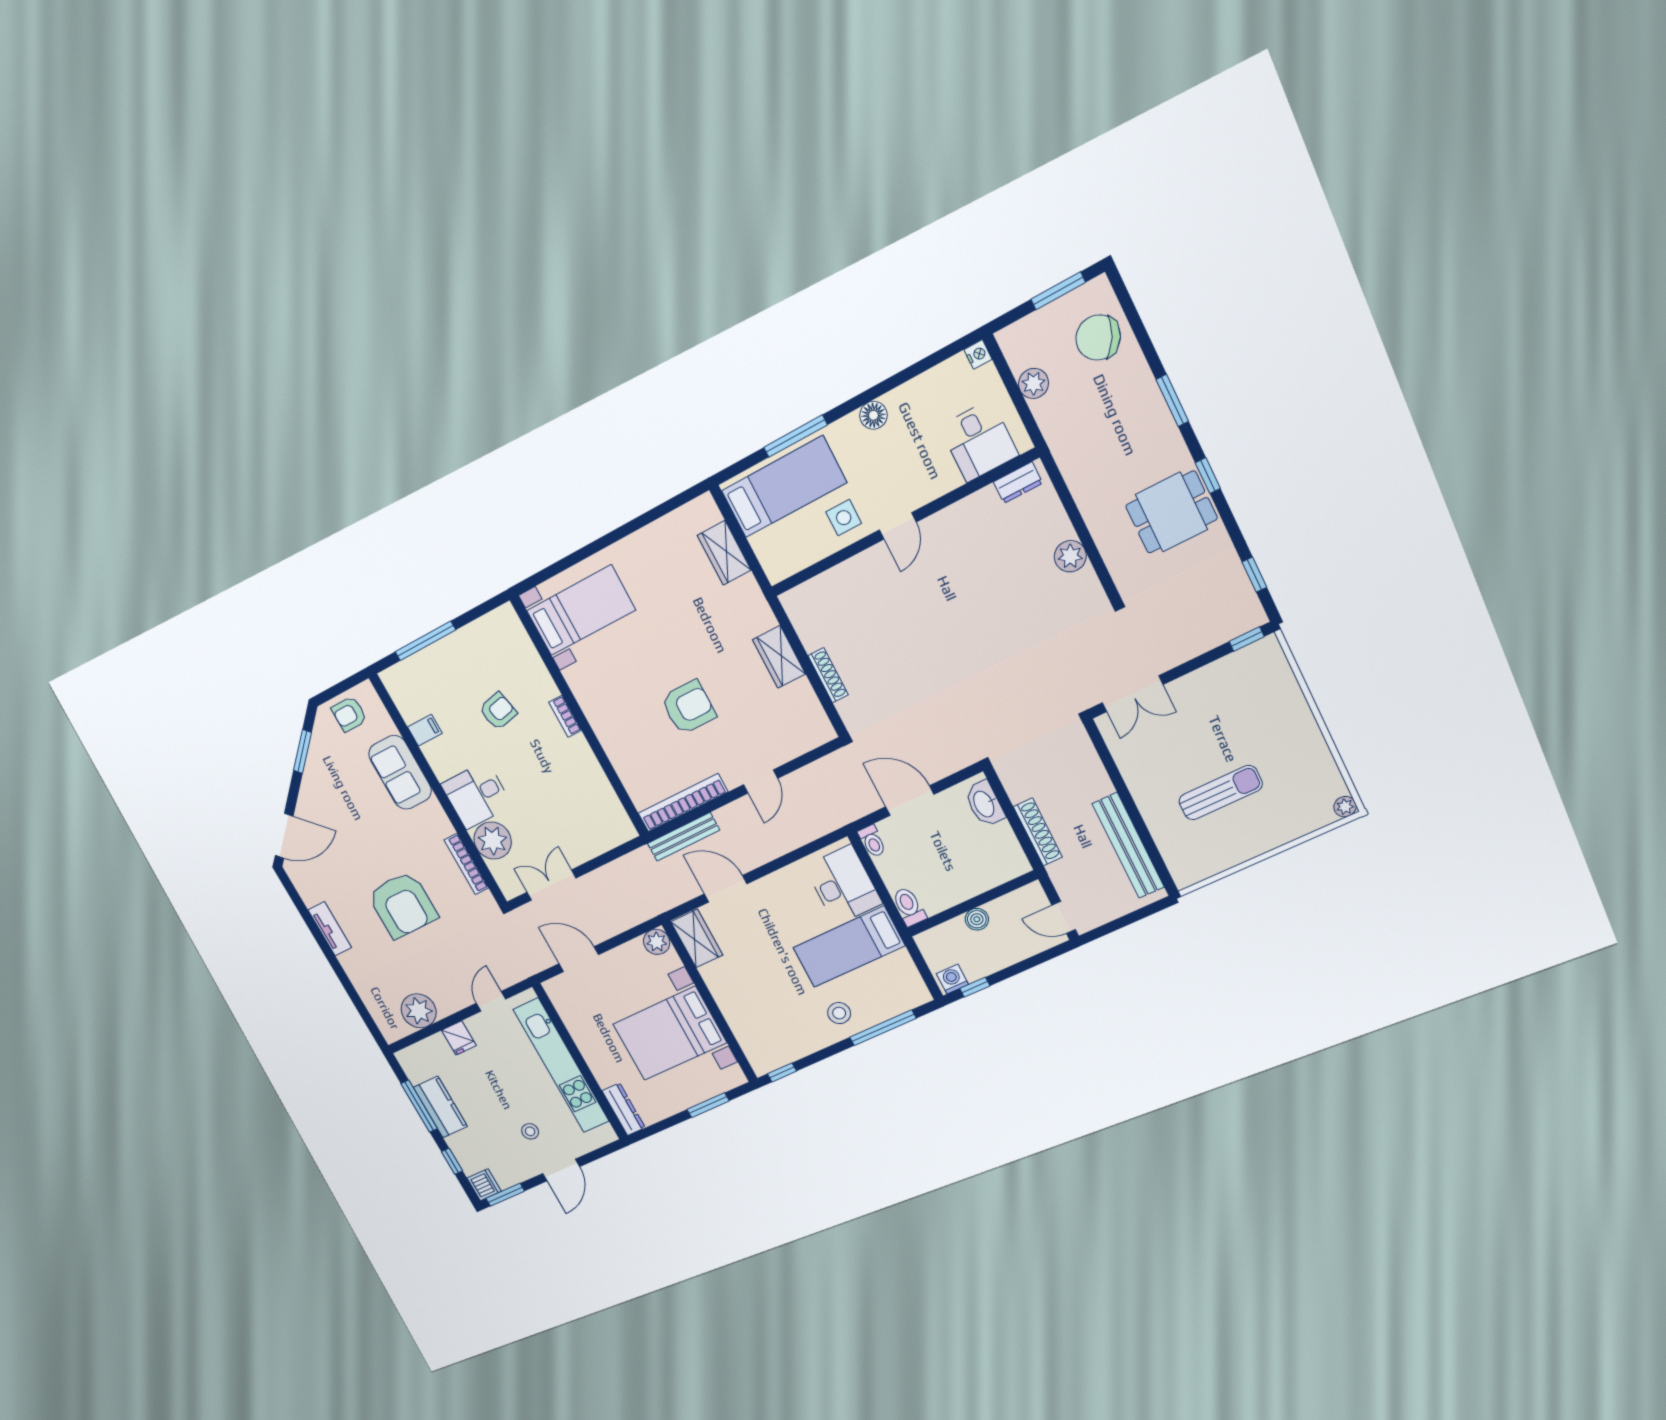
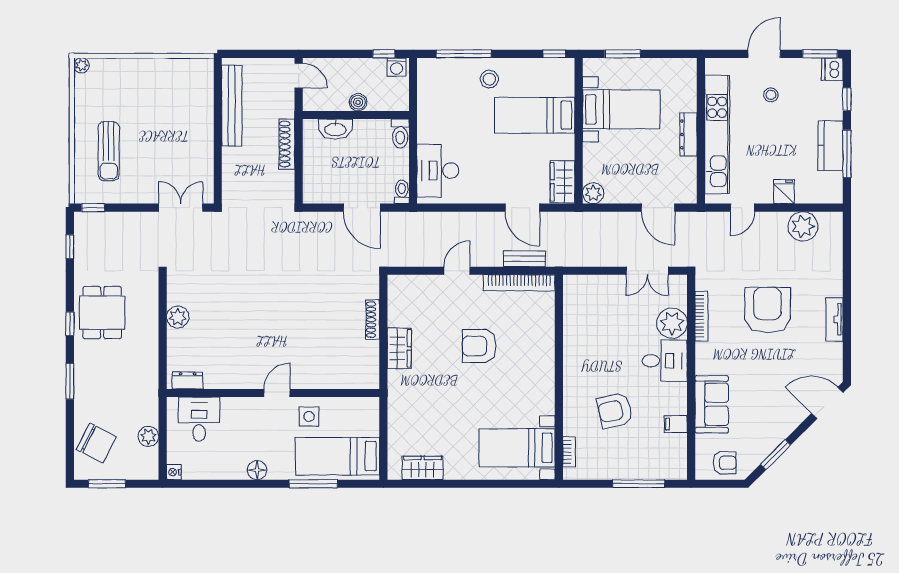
dining table: (1171, 512) -> (102, 313), turned 90
wardrobe: (724, 553) -> (423, 468), moved, turned -90
armchair: (498, 711) -> (615, 411), width x1.38, depth x1.38
bookcase: (565, 716) -> (569, 452), moved
sun lounger: (1221, 793) -> (109, 151), moved, turned -90
washbasin: (984, 804) -> (335, 129), moved, turned 90
bench: (683, 837) -> (524, 259), width x0.73
bed: (849, 947) -> (535, 115), moved, turned 180
bed with nightstands: (670, 1033) -> (621, 109), width x0.73
dresser: (624, 1109) -> (688, 134), moved

